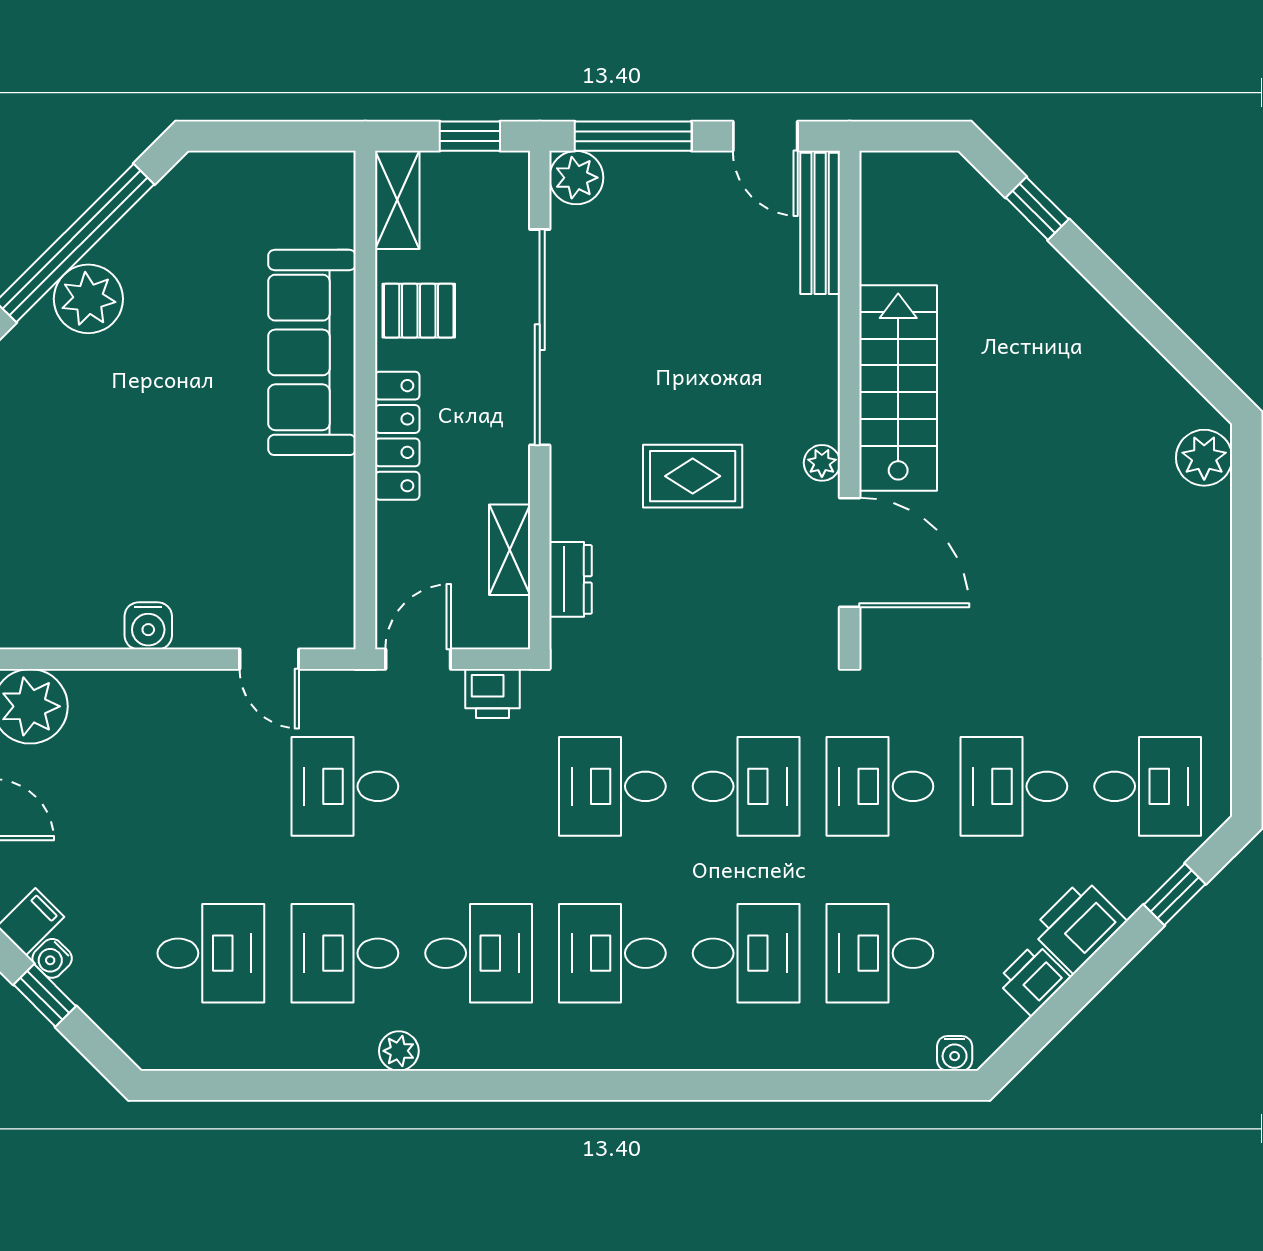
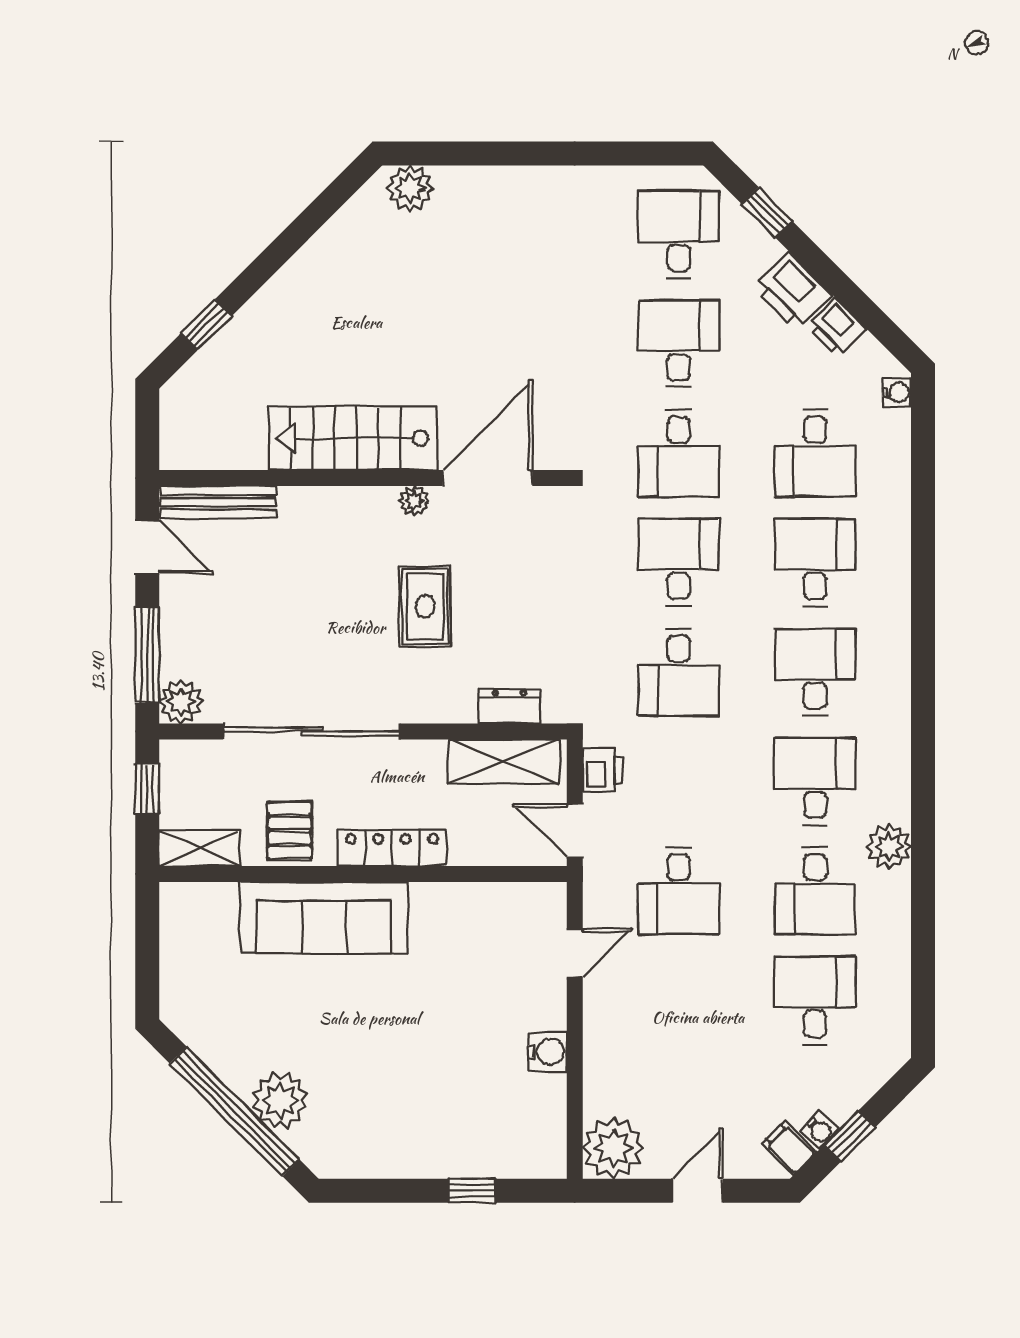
door: (765, 136) -> (147, 547), hinge flipped
shelving: (510, 550) -> (504, 762), width x1.50, depth x1.33
desk: (1014, 786) -> (679, 344), turned 180
desk: (612, 953) -> (815, 672), turned 180
plant: (399, 1051) -> (889, 847), width x1.38, depth x1.38

